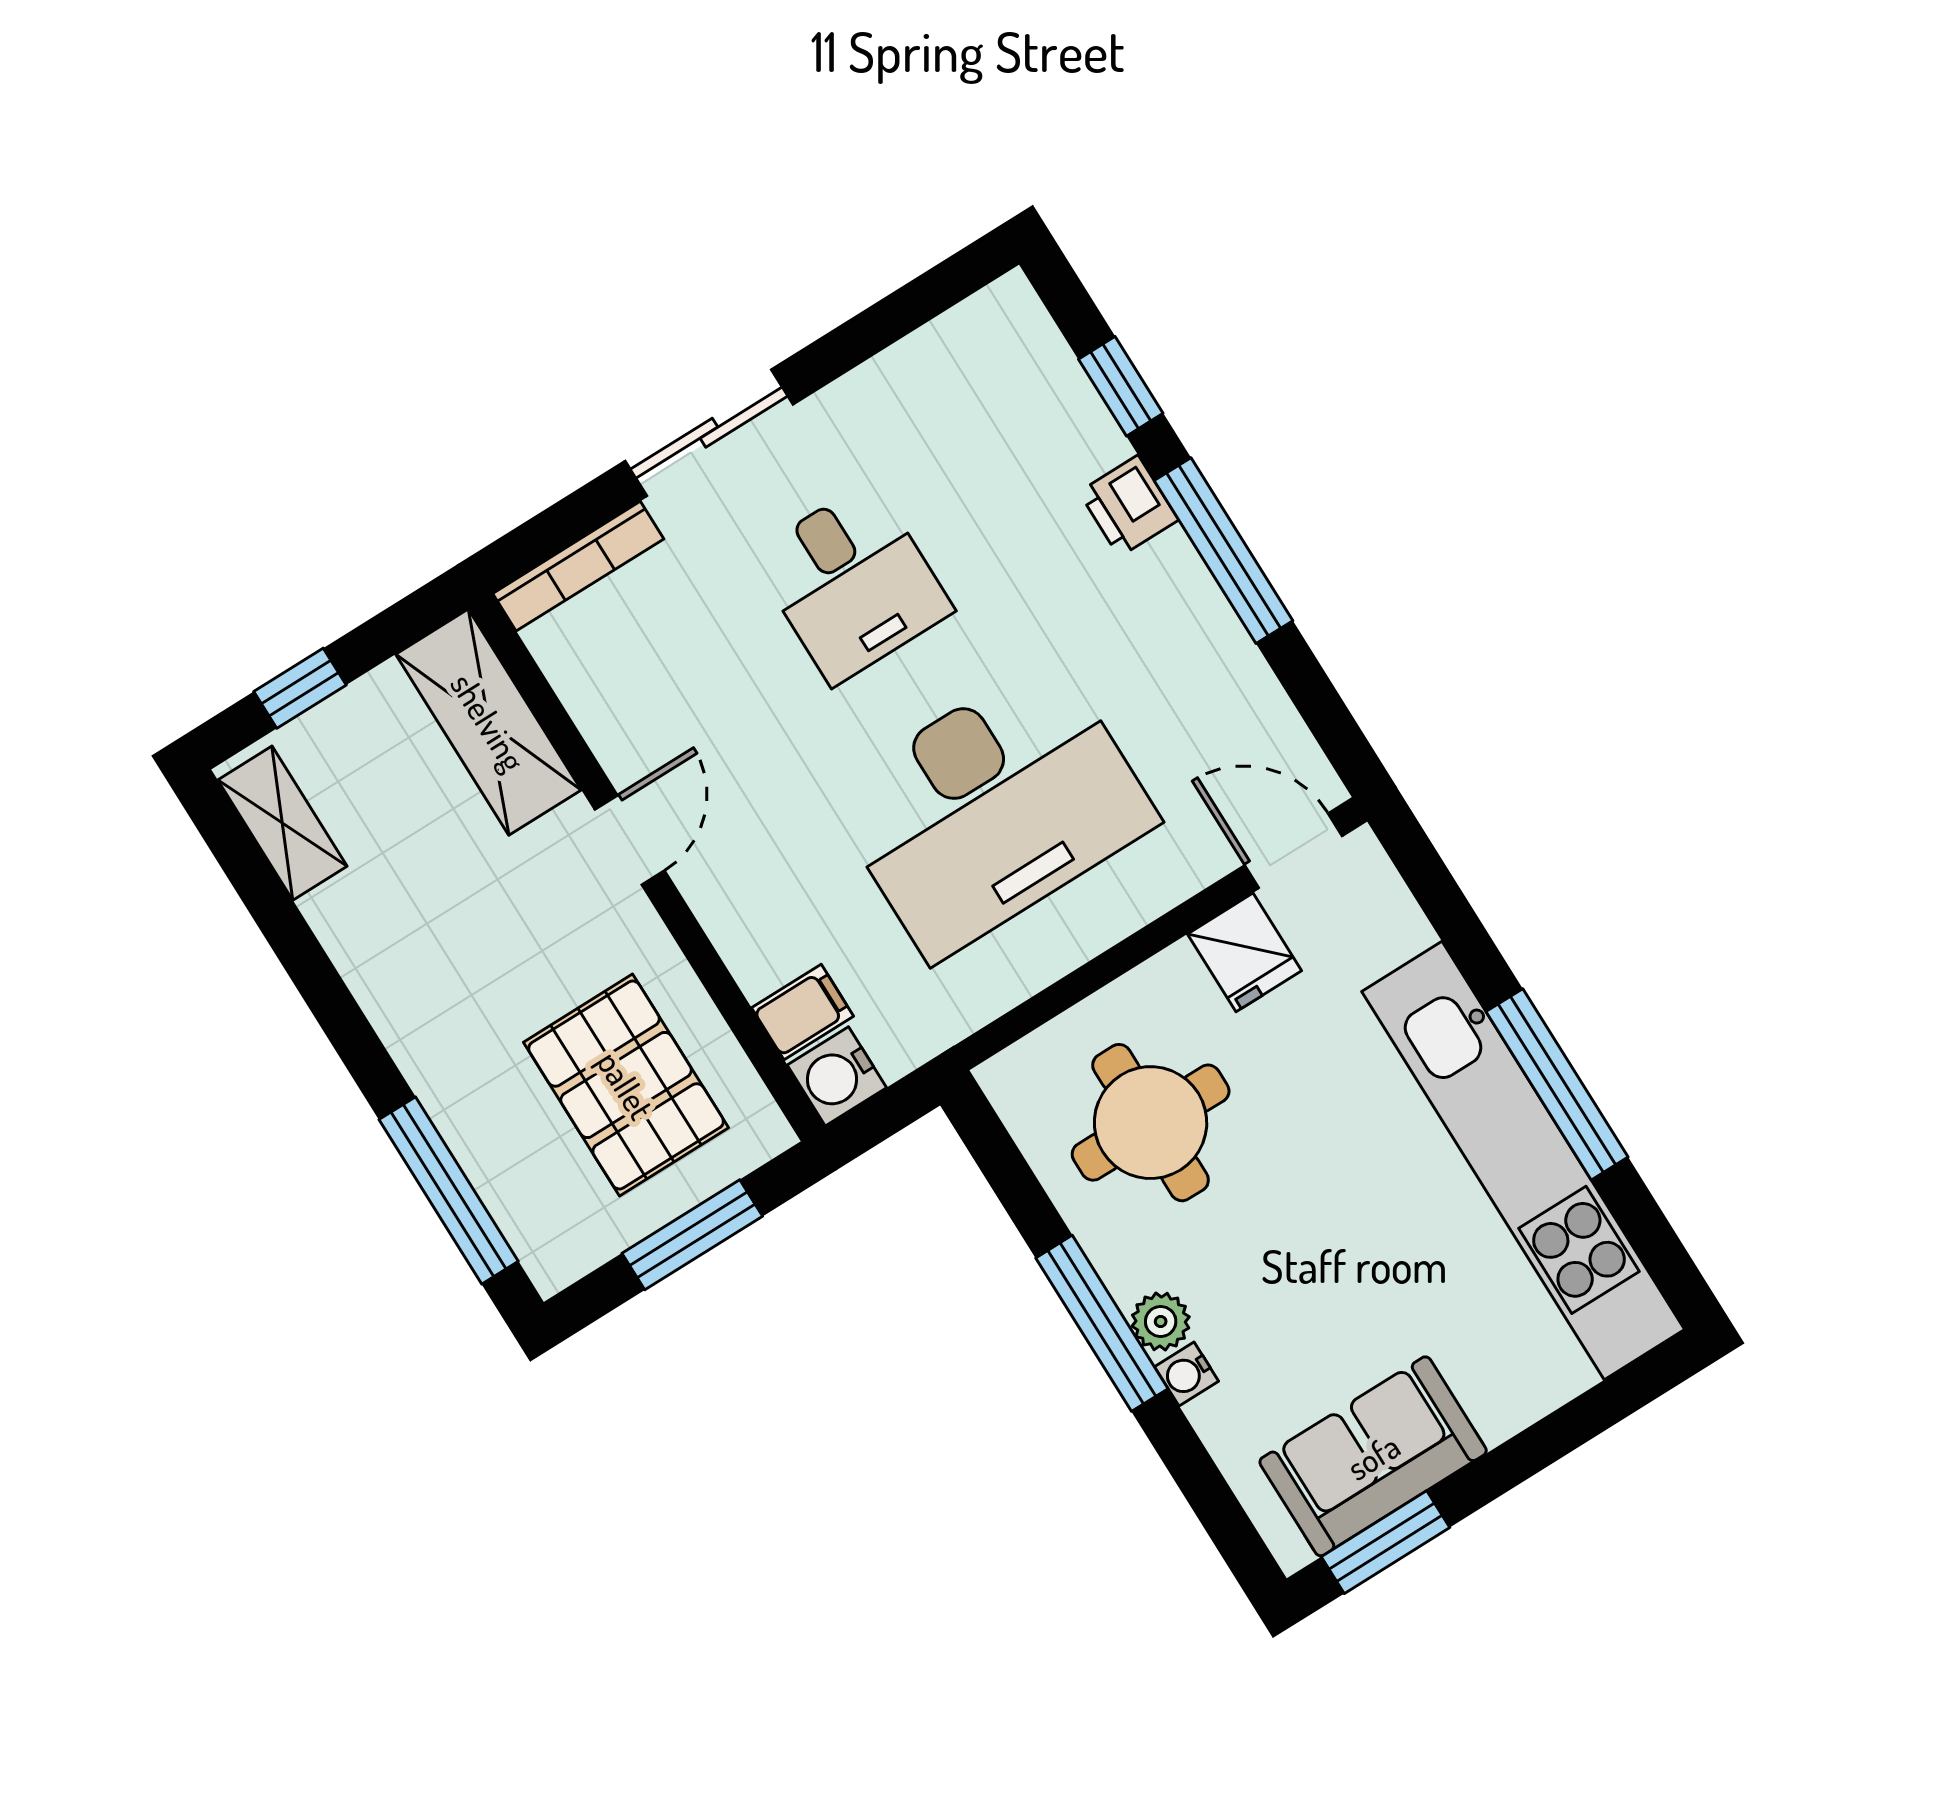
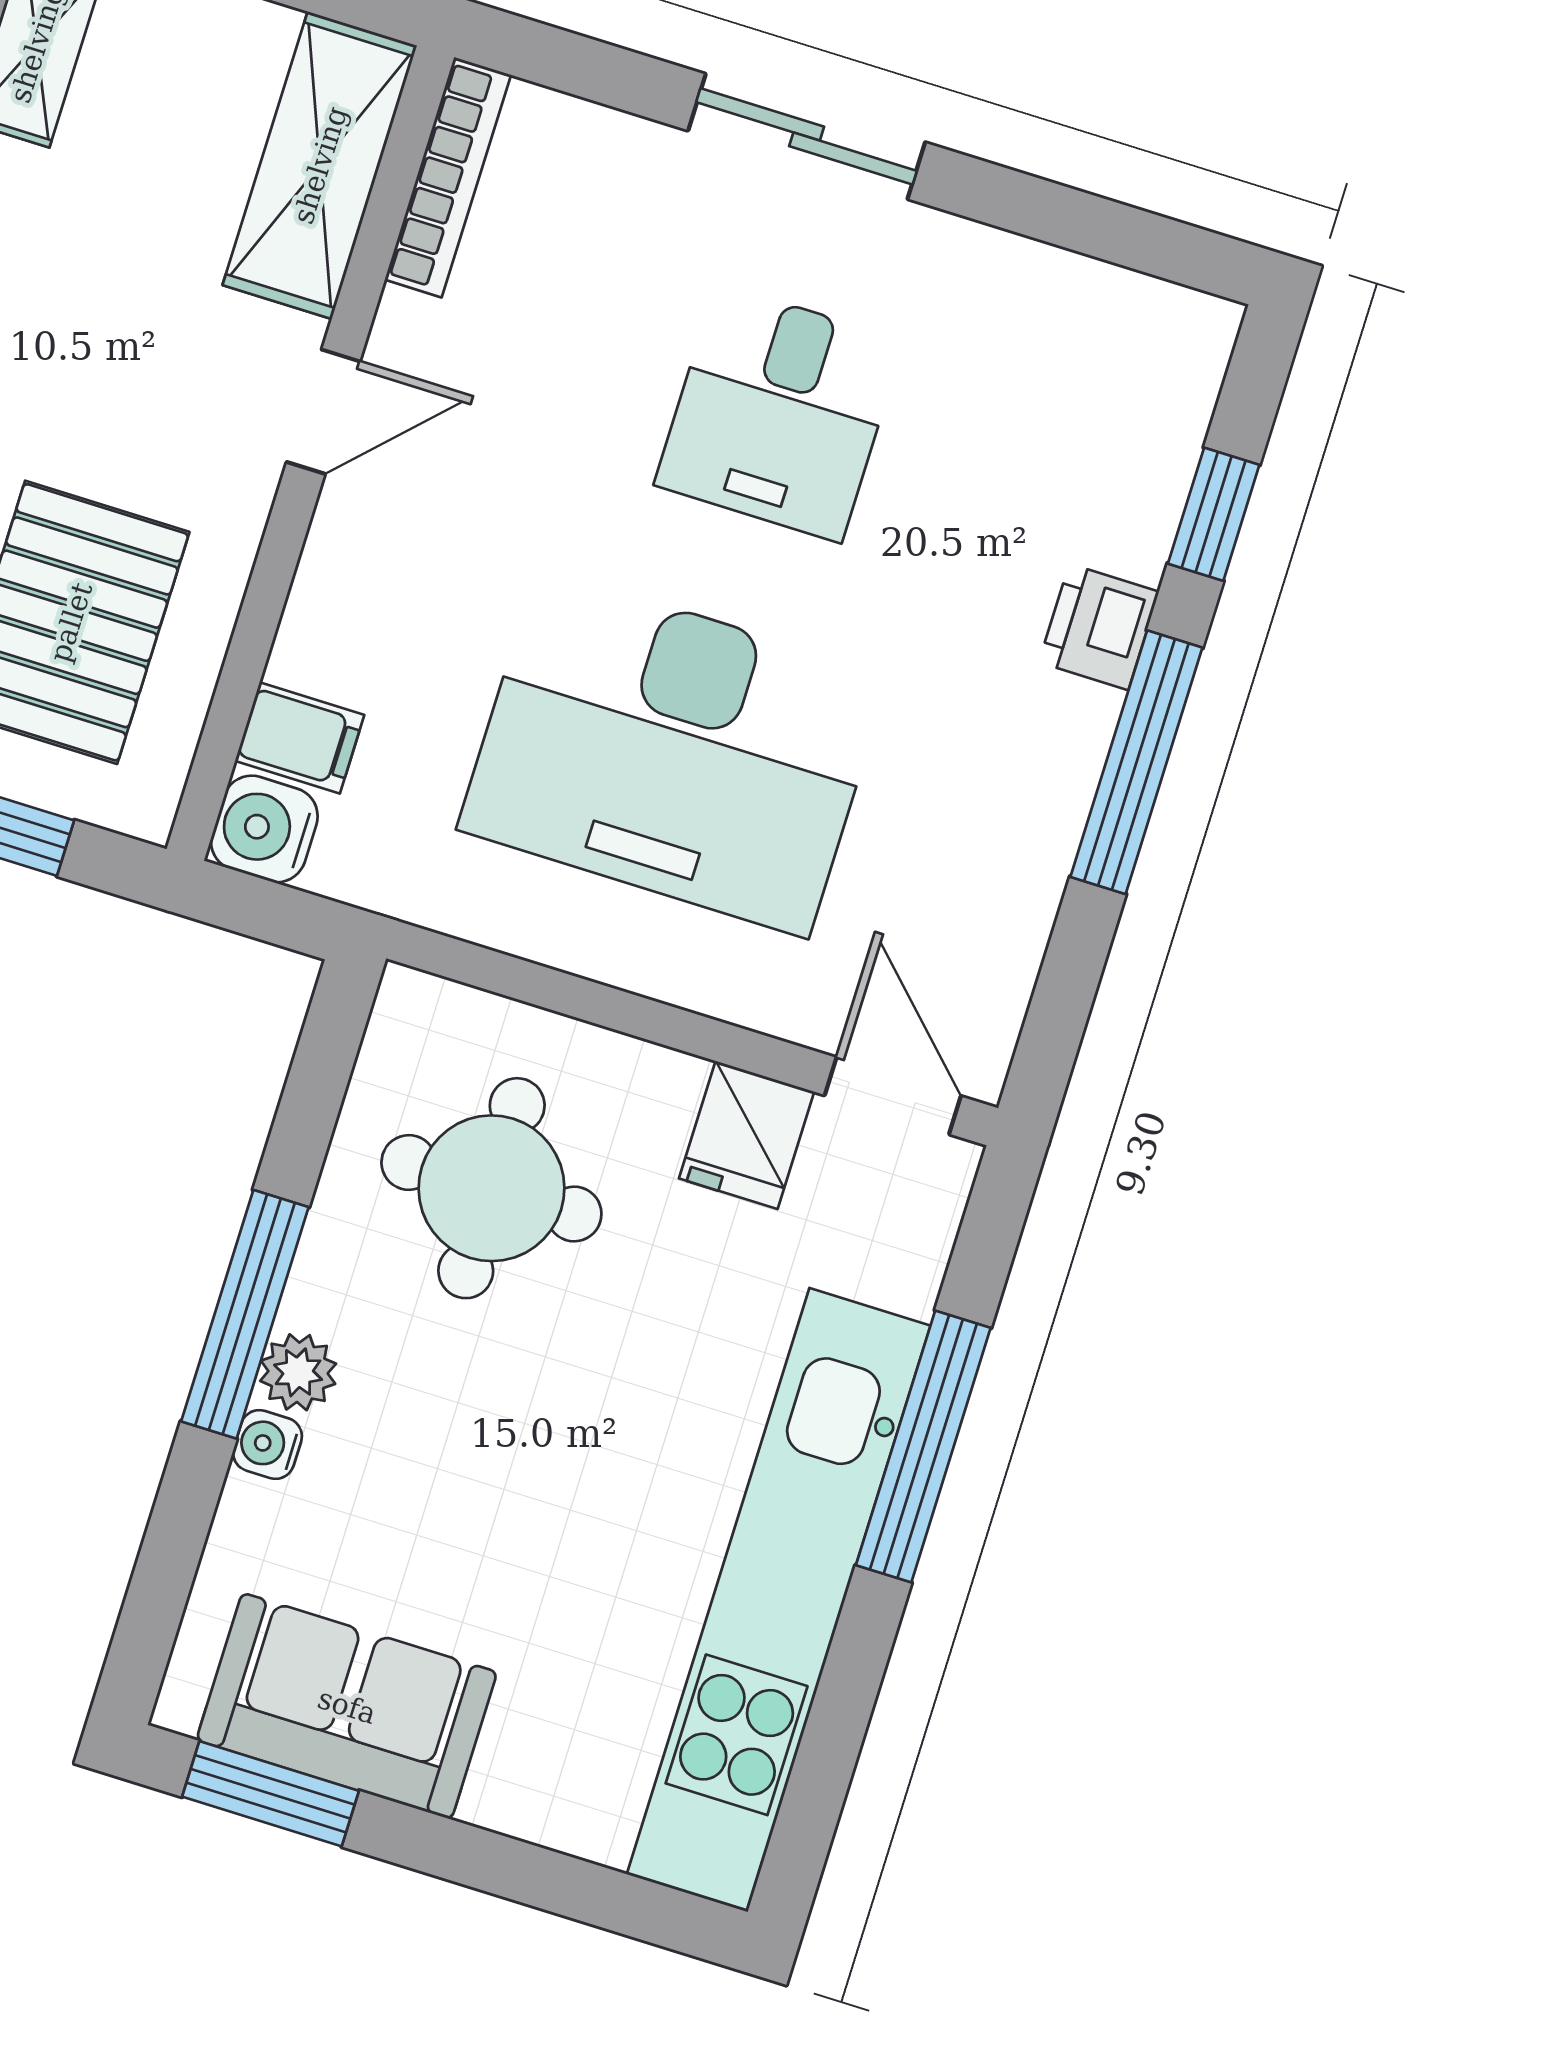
bookcase: (578, 566) -> (448, 177), moved, turned -90
window: (1557, 1084) -> (923, 1447), moved

